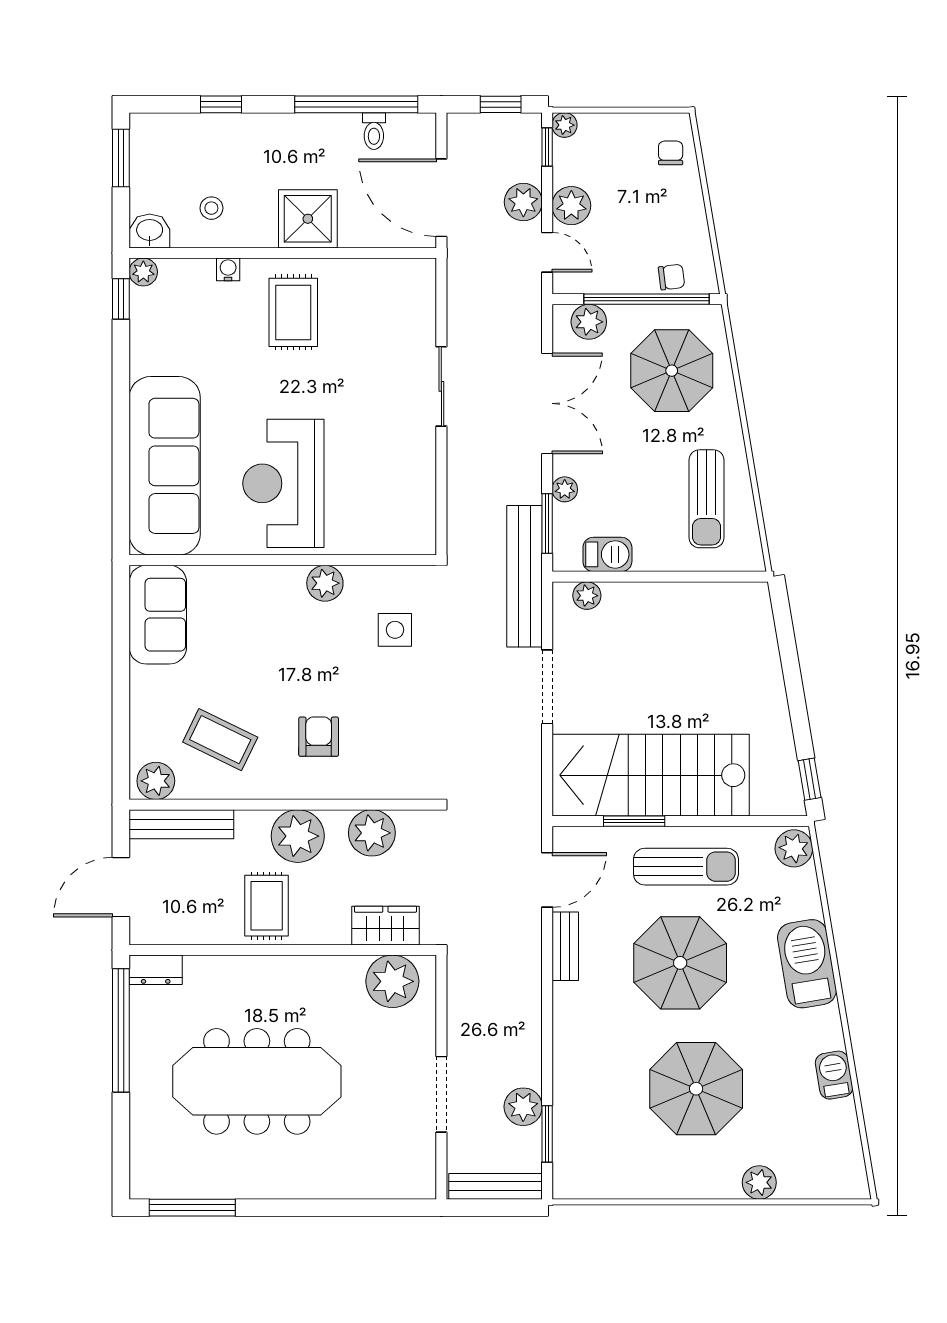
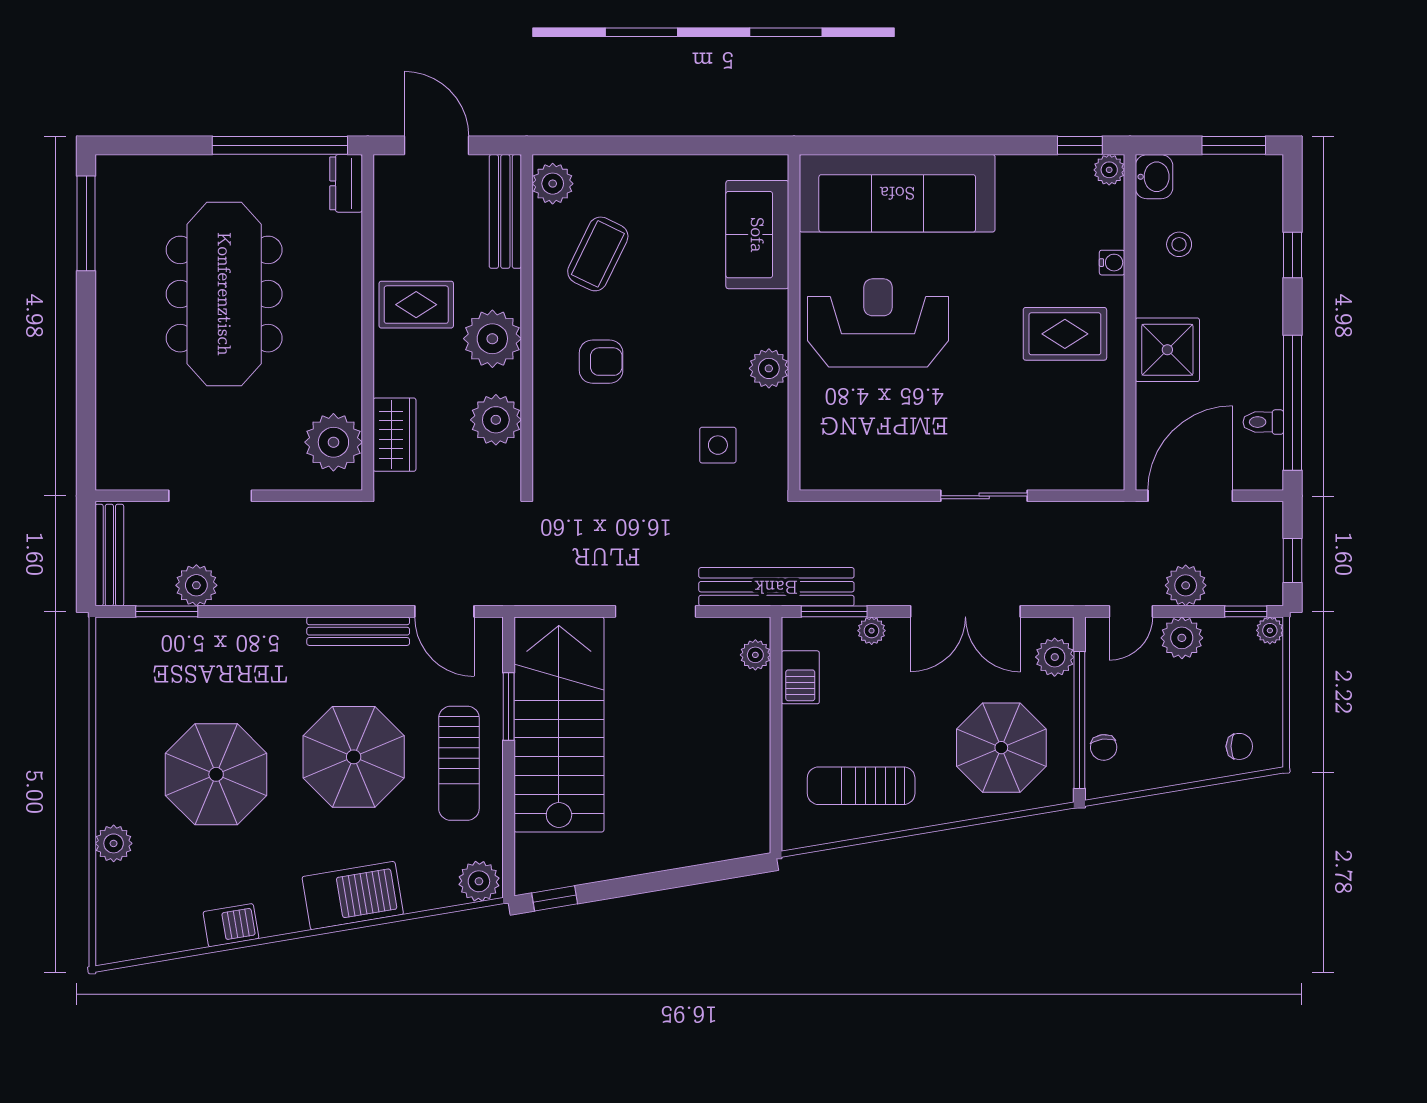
sofa: (158, 615) -> (757, 235), moved, turned 90
bench: (565, 946) -> (358, 631), width x1.36

